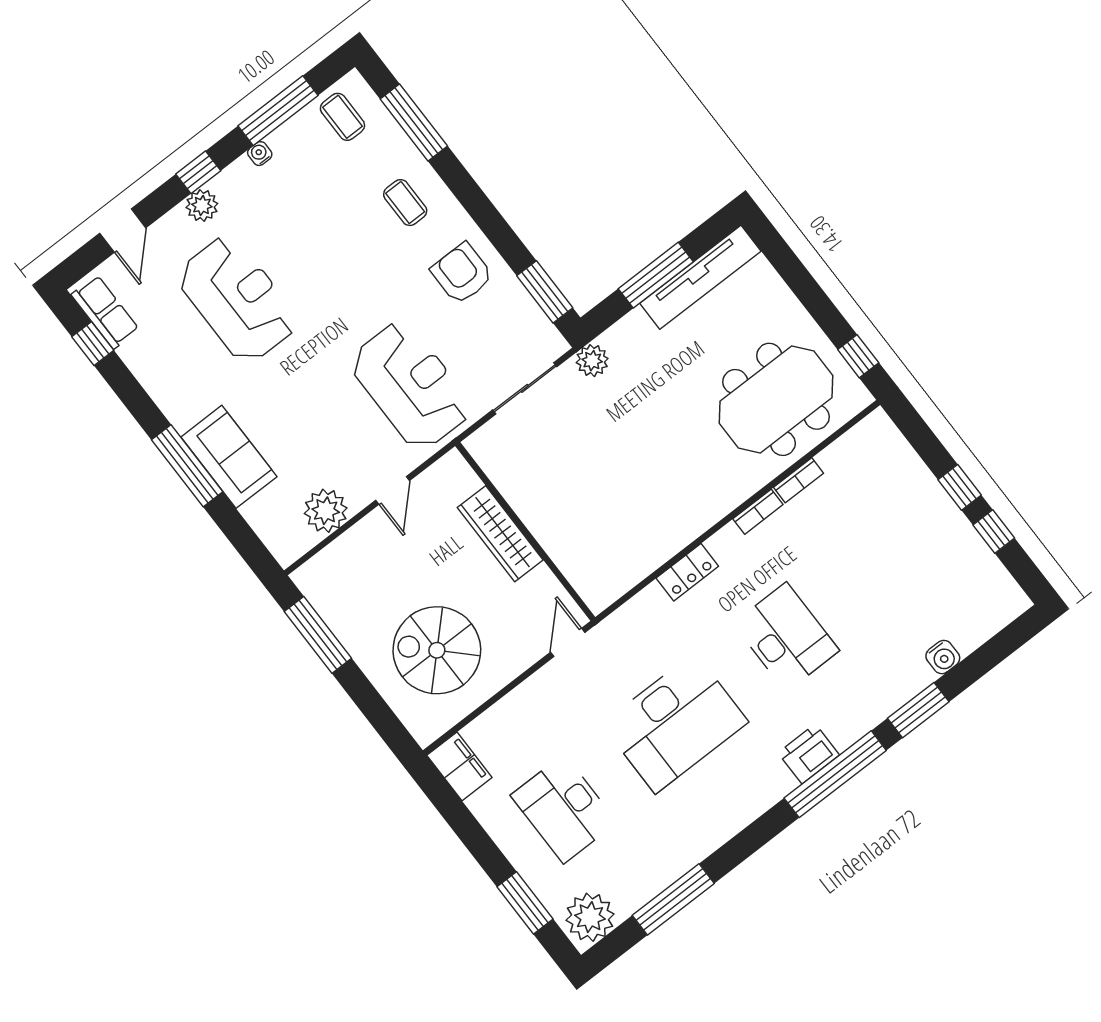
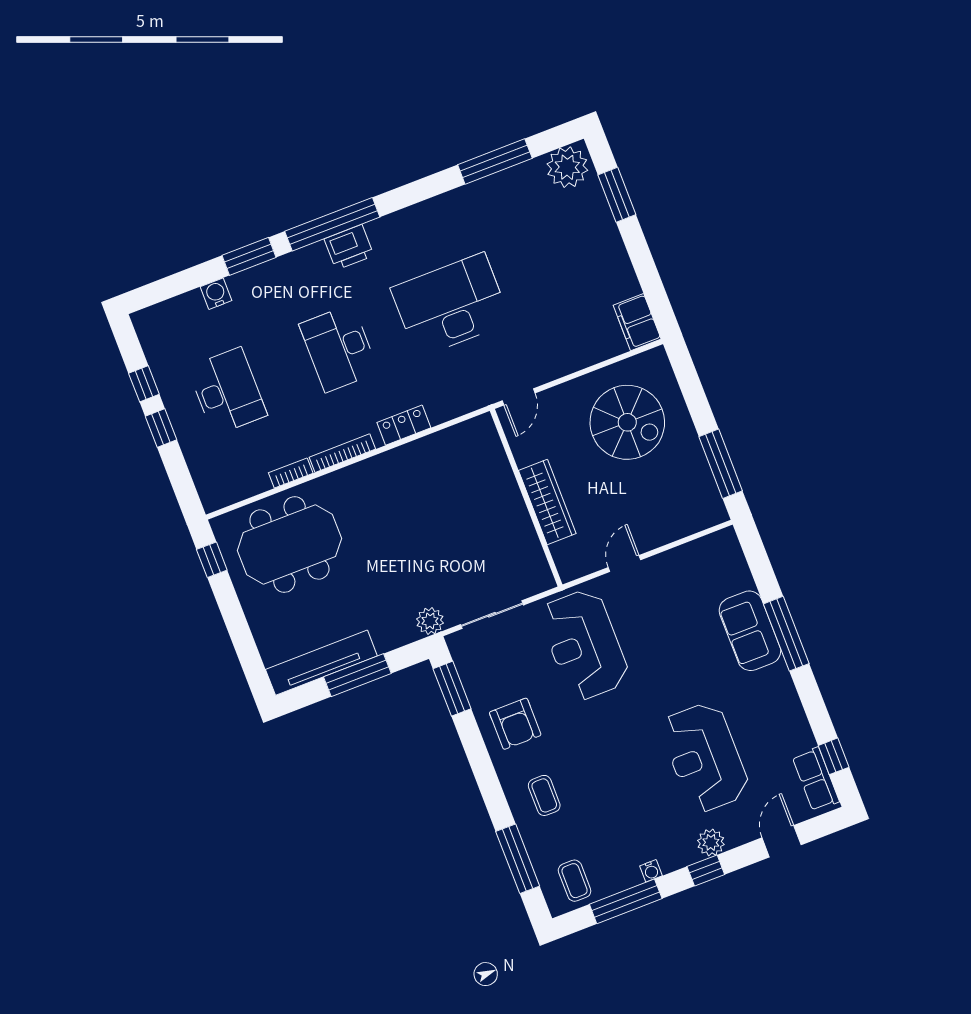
plant: (326, 511) -> (684, 563), removed
bookcase: (758, 512) -> (342, 453), width x1.56
desk: (564, 809) -> (227, 391), moved

